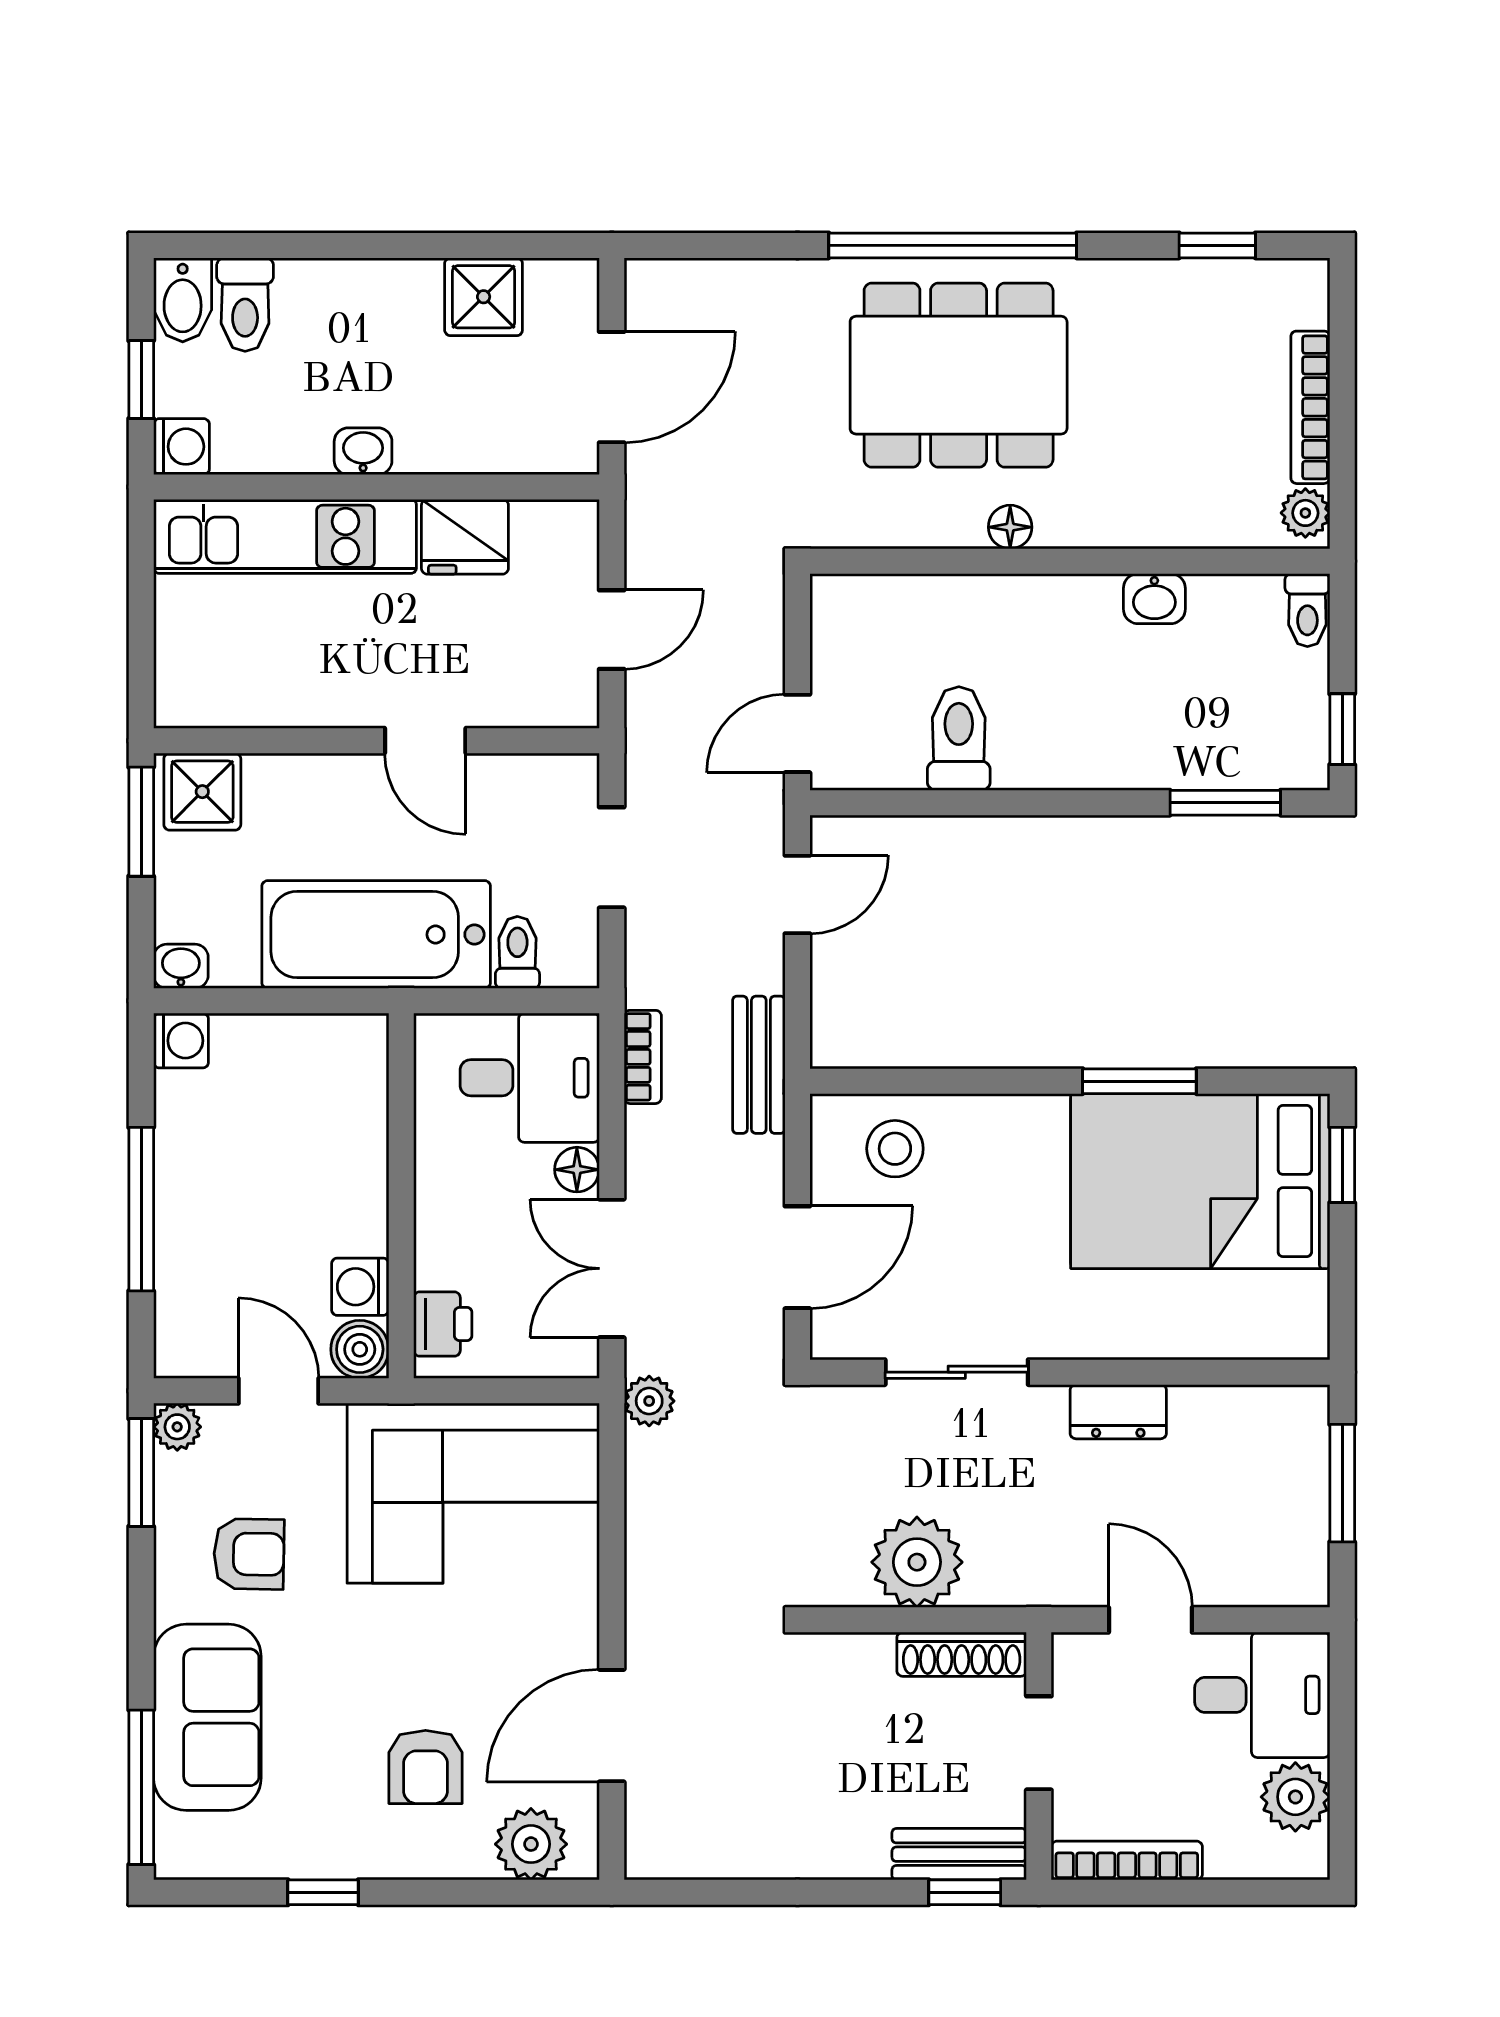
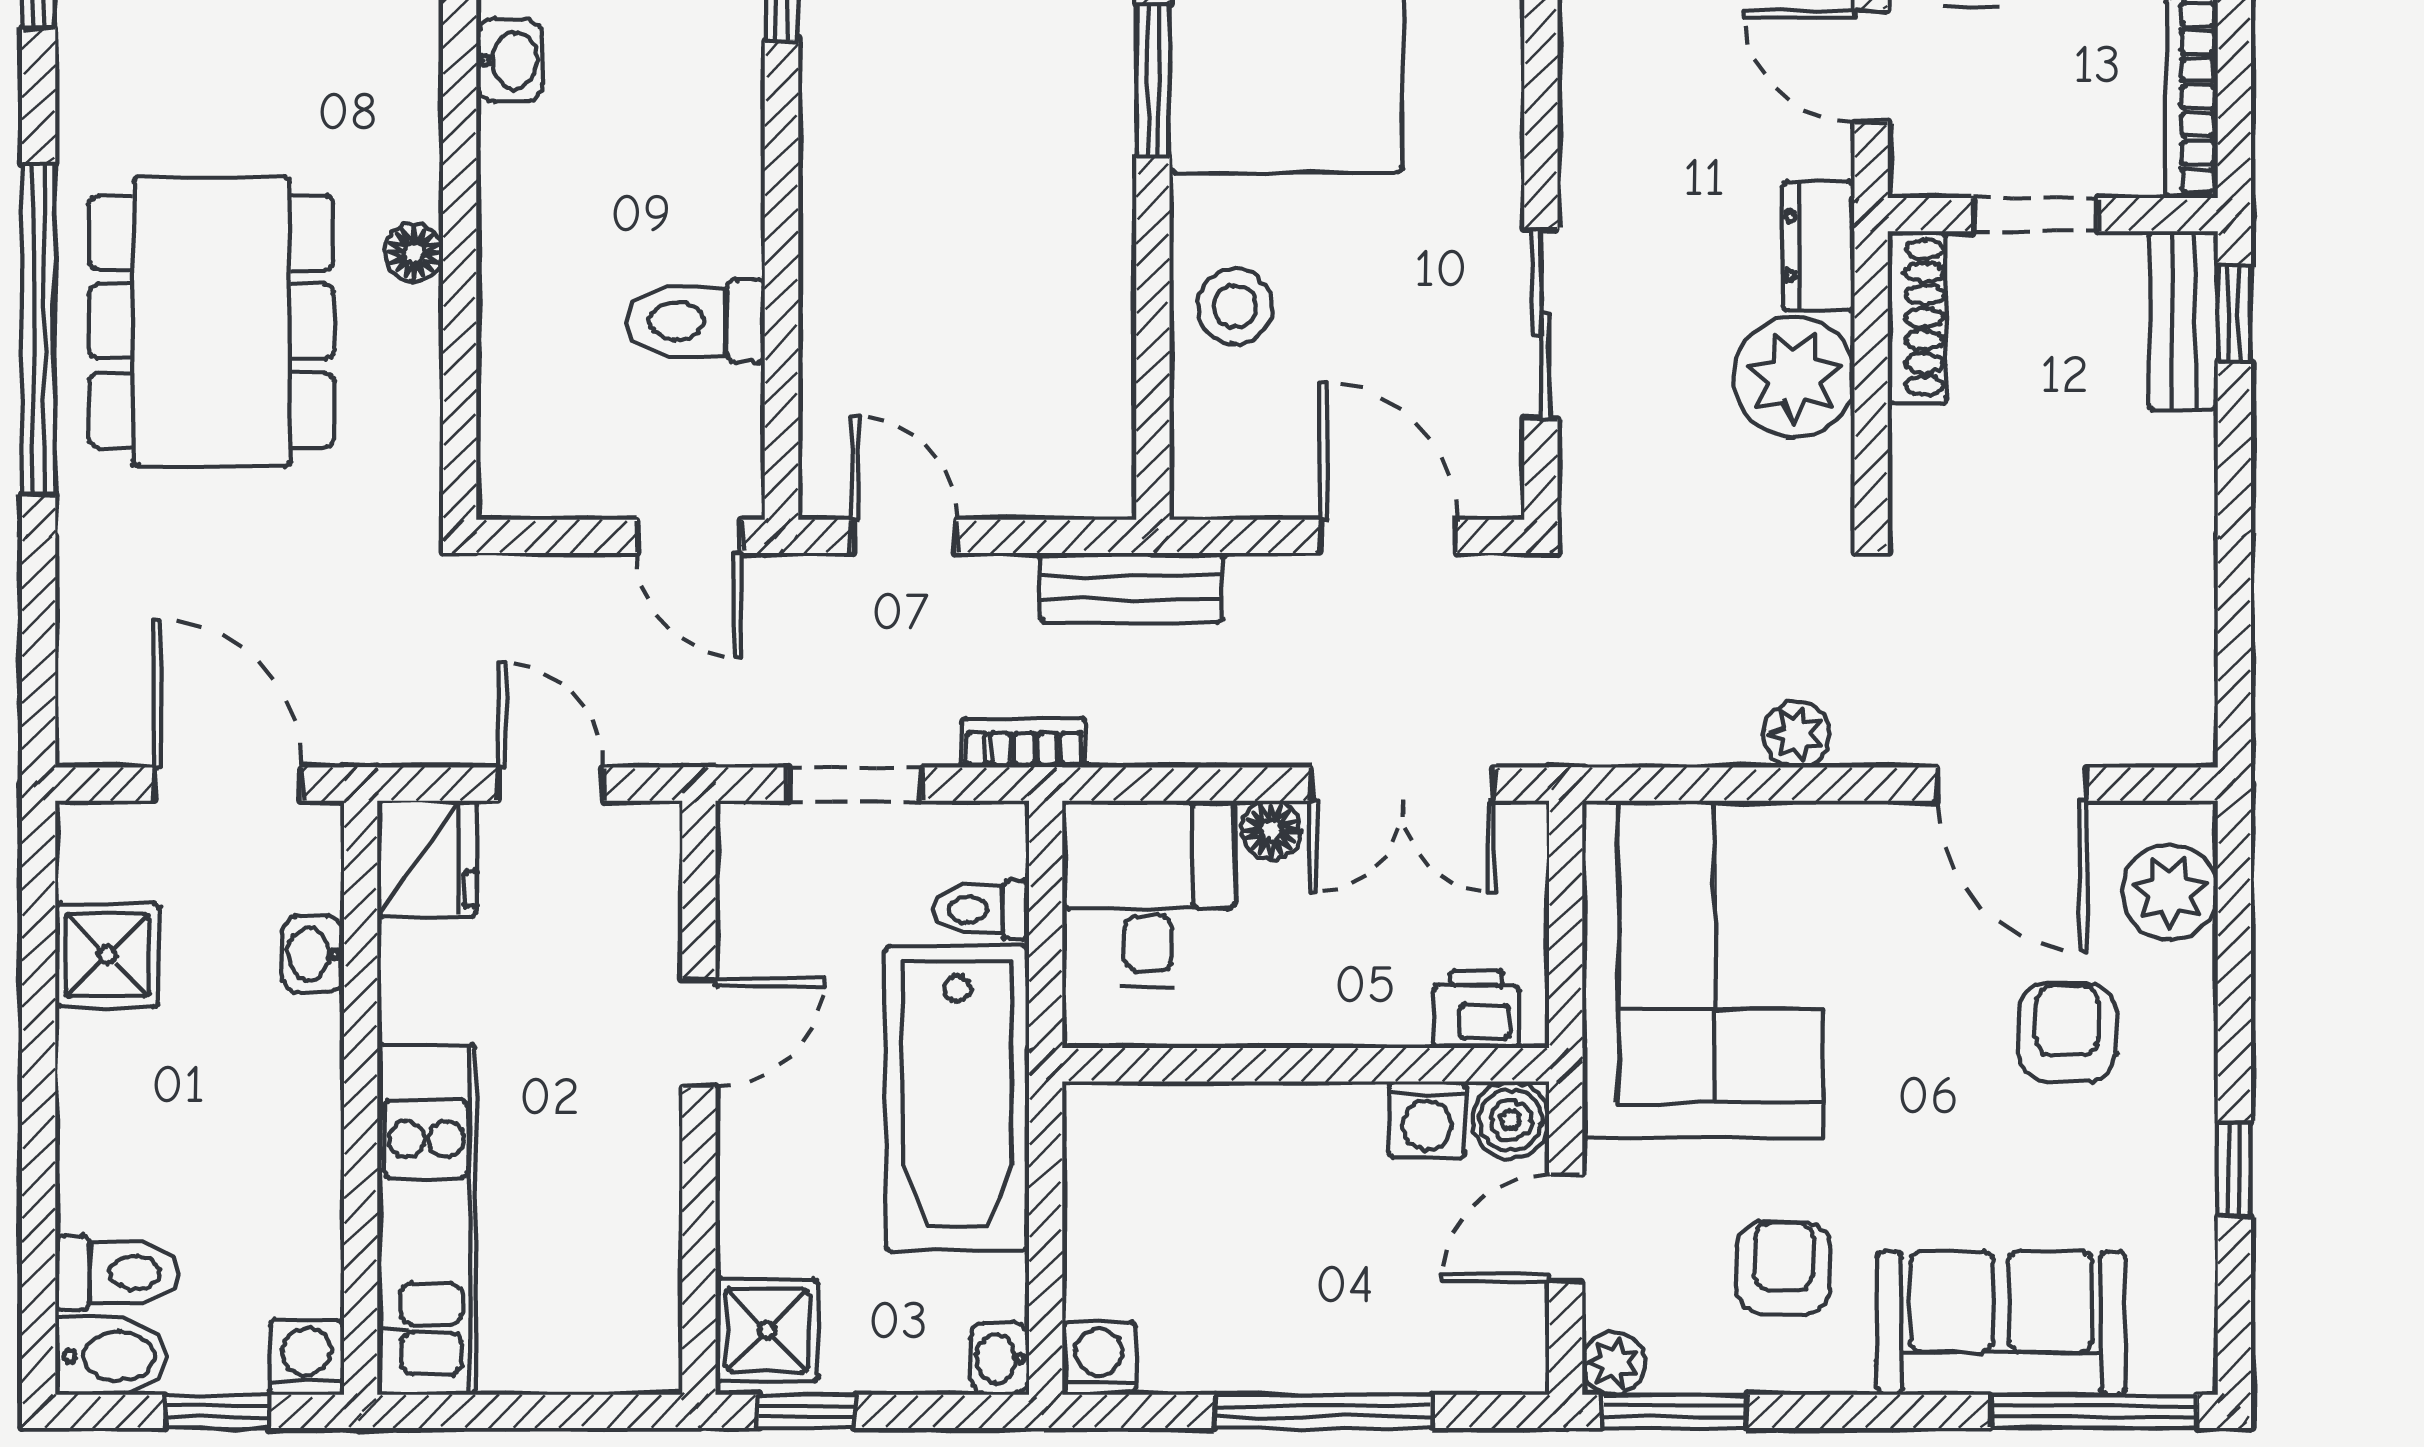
washbasin: (363, 451) -> (313, 954), moved
fridge: (465, 537) -> (427, 859), moved
window: (141, 822) -> (807, 1411), width x0.67
bookcase: (643, 1057) -> (1024, 743), moved
stool: (895, 1149) -> (1235, 306), moved
plant: (649, 1401) -> (1797, 734), moved
dresser: (1118, 1412) -> (1818, 246), moved, turned 180
door: (1150, 1620) -> (1871, 66), hinge flipped
armchair: (426, 1767) -> (2067, 1032), turned -90

